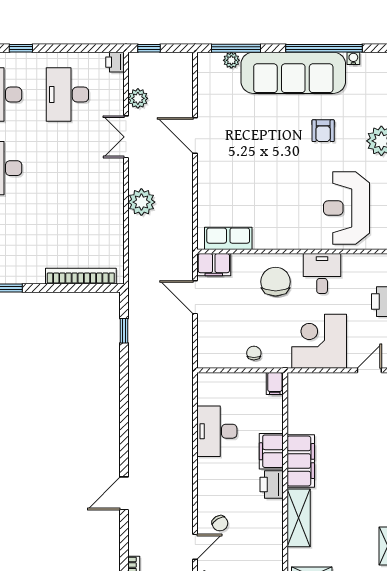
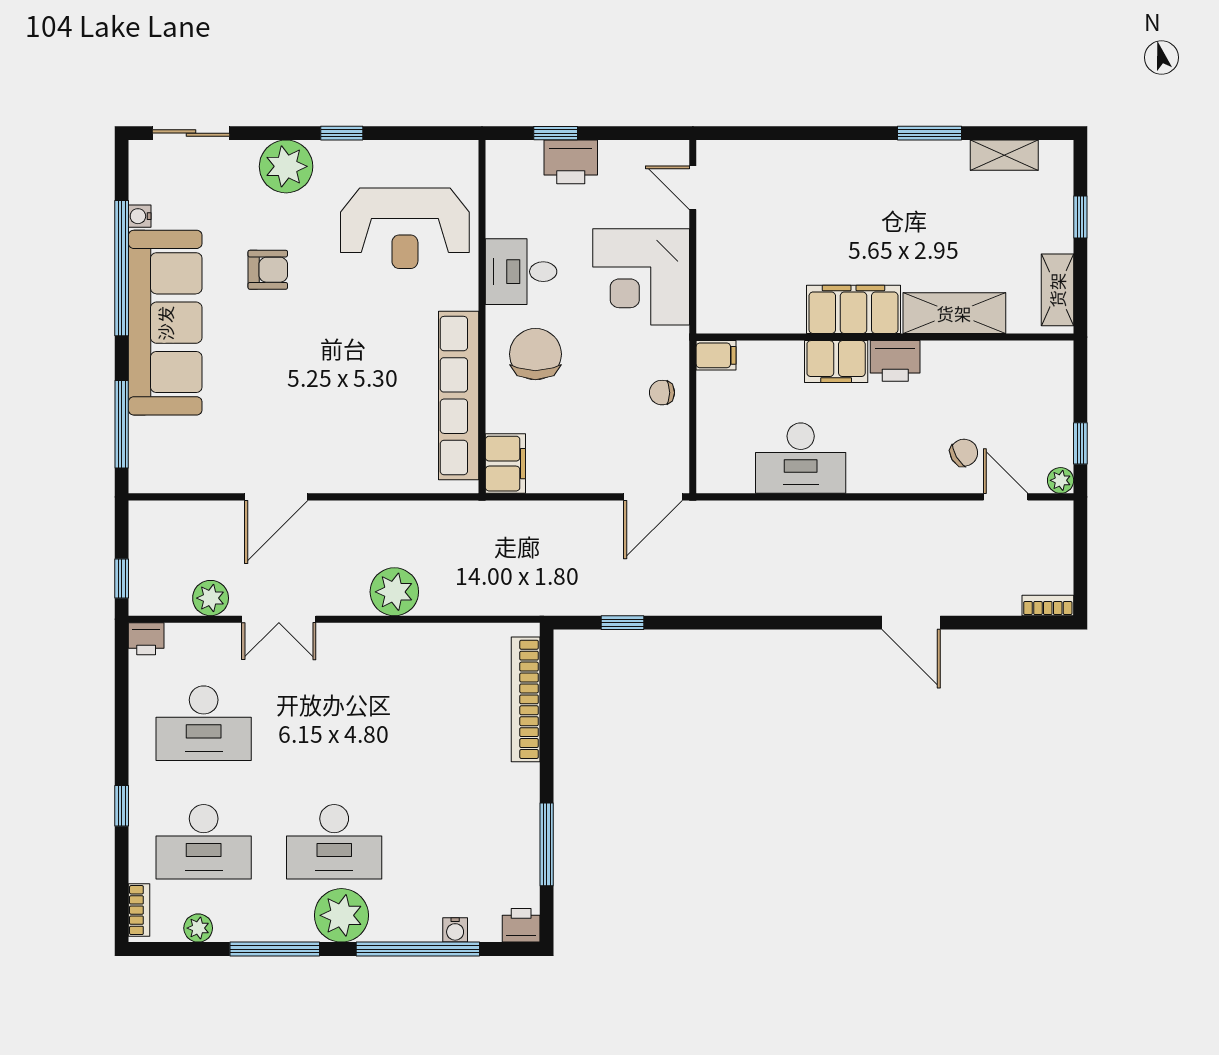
plant: (231, 60) -> (143, 432), removed
row of seats: (228, 238) -> (459, 396), width x2.02
chair: (276, 282) -> (535, 354), turned 90
door: (195, 297) -> (653, 497), moved

